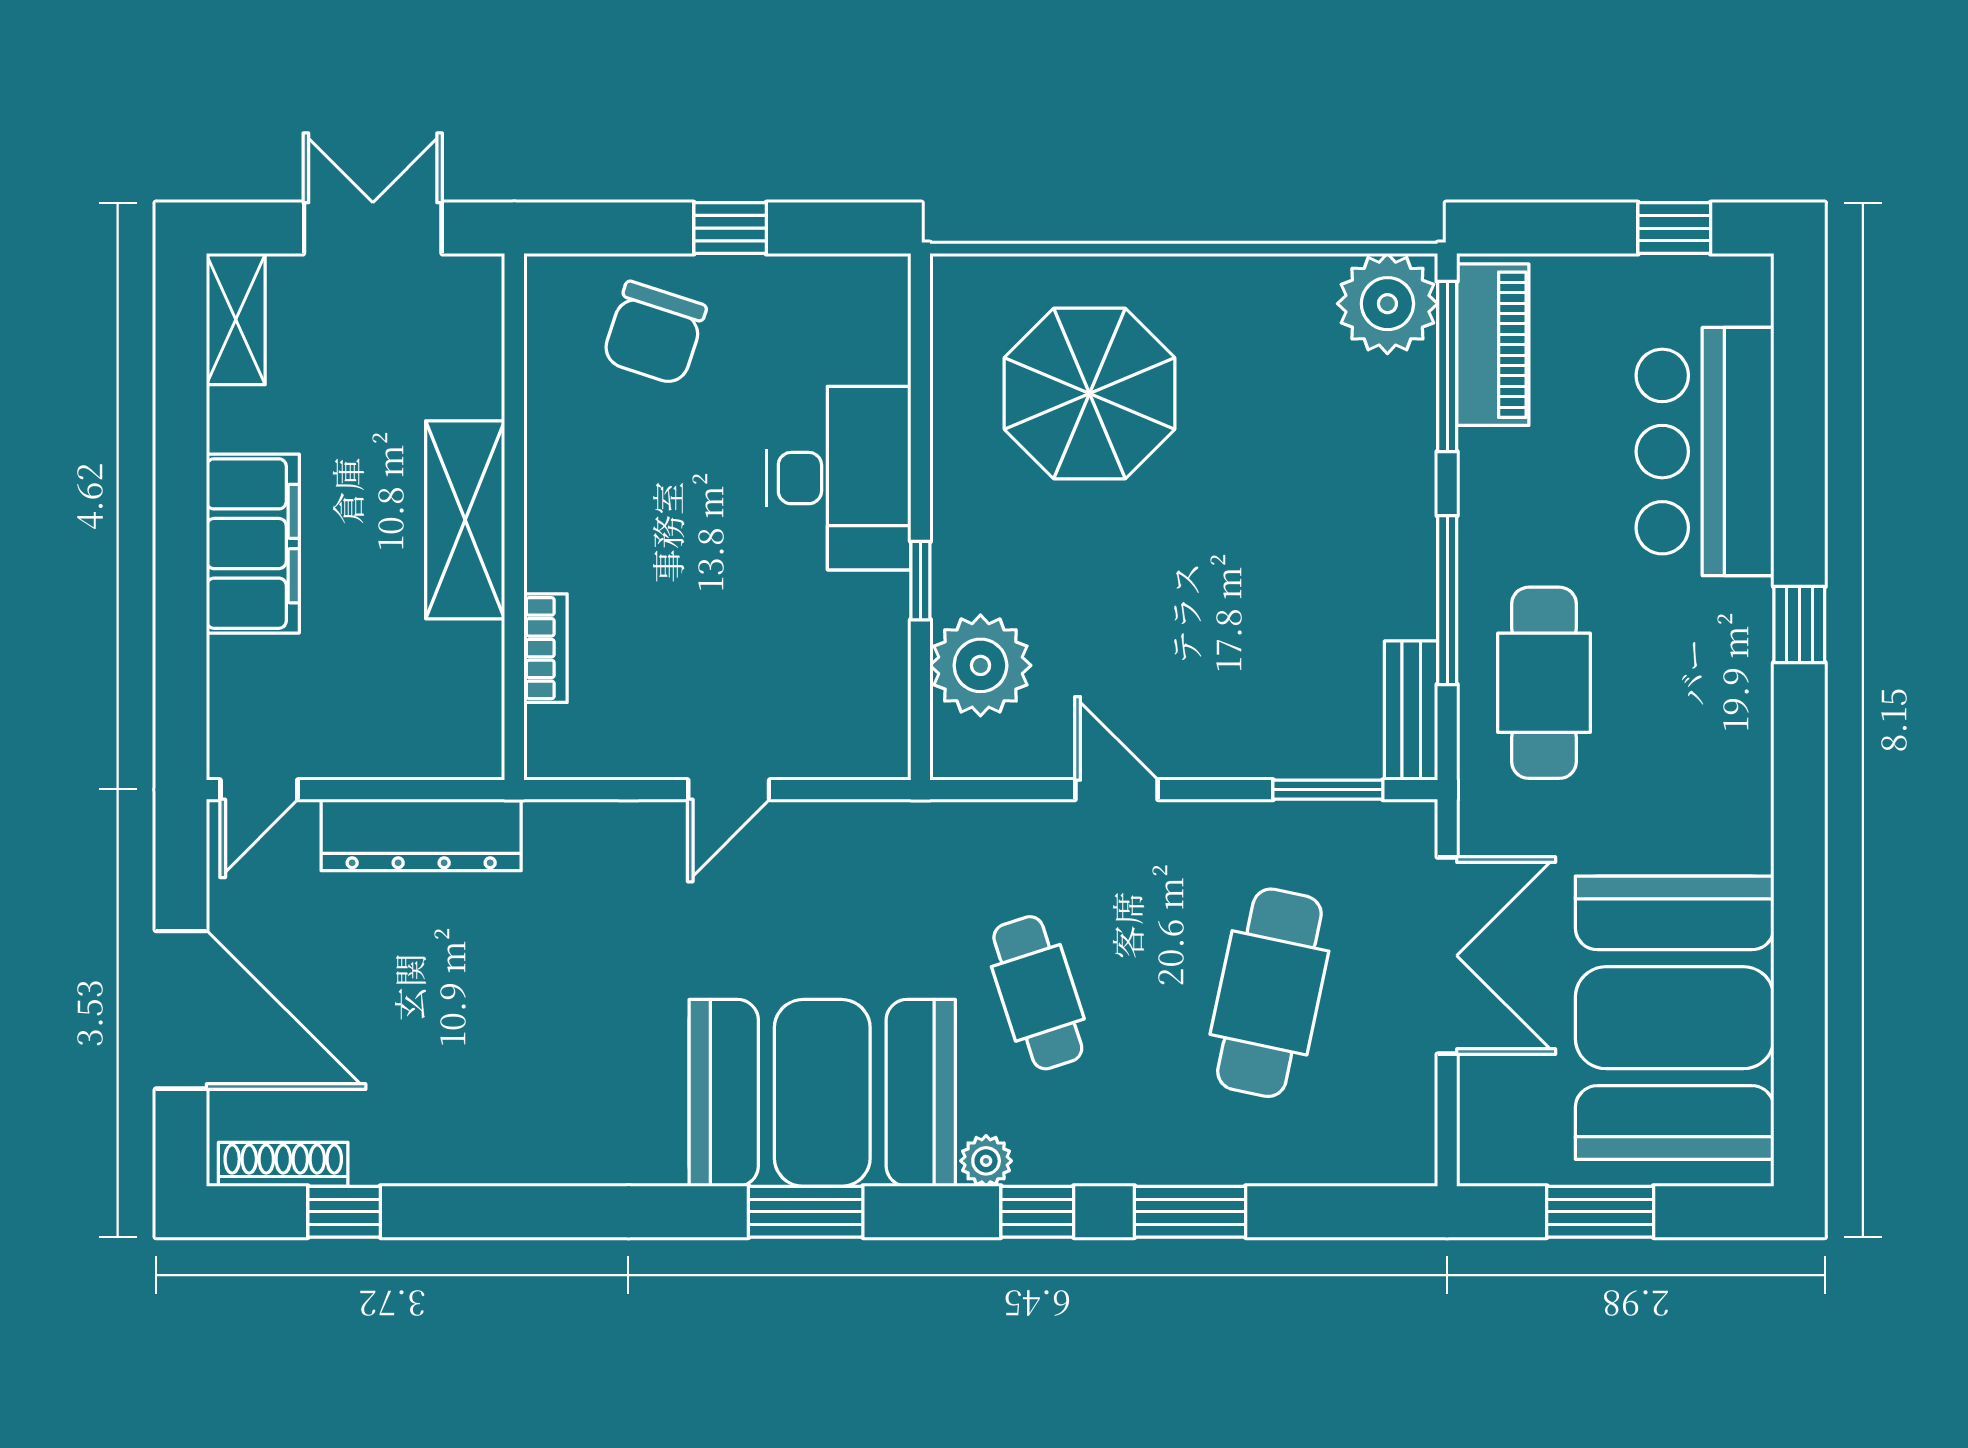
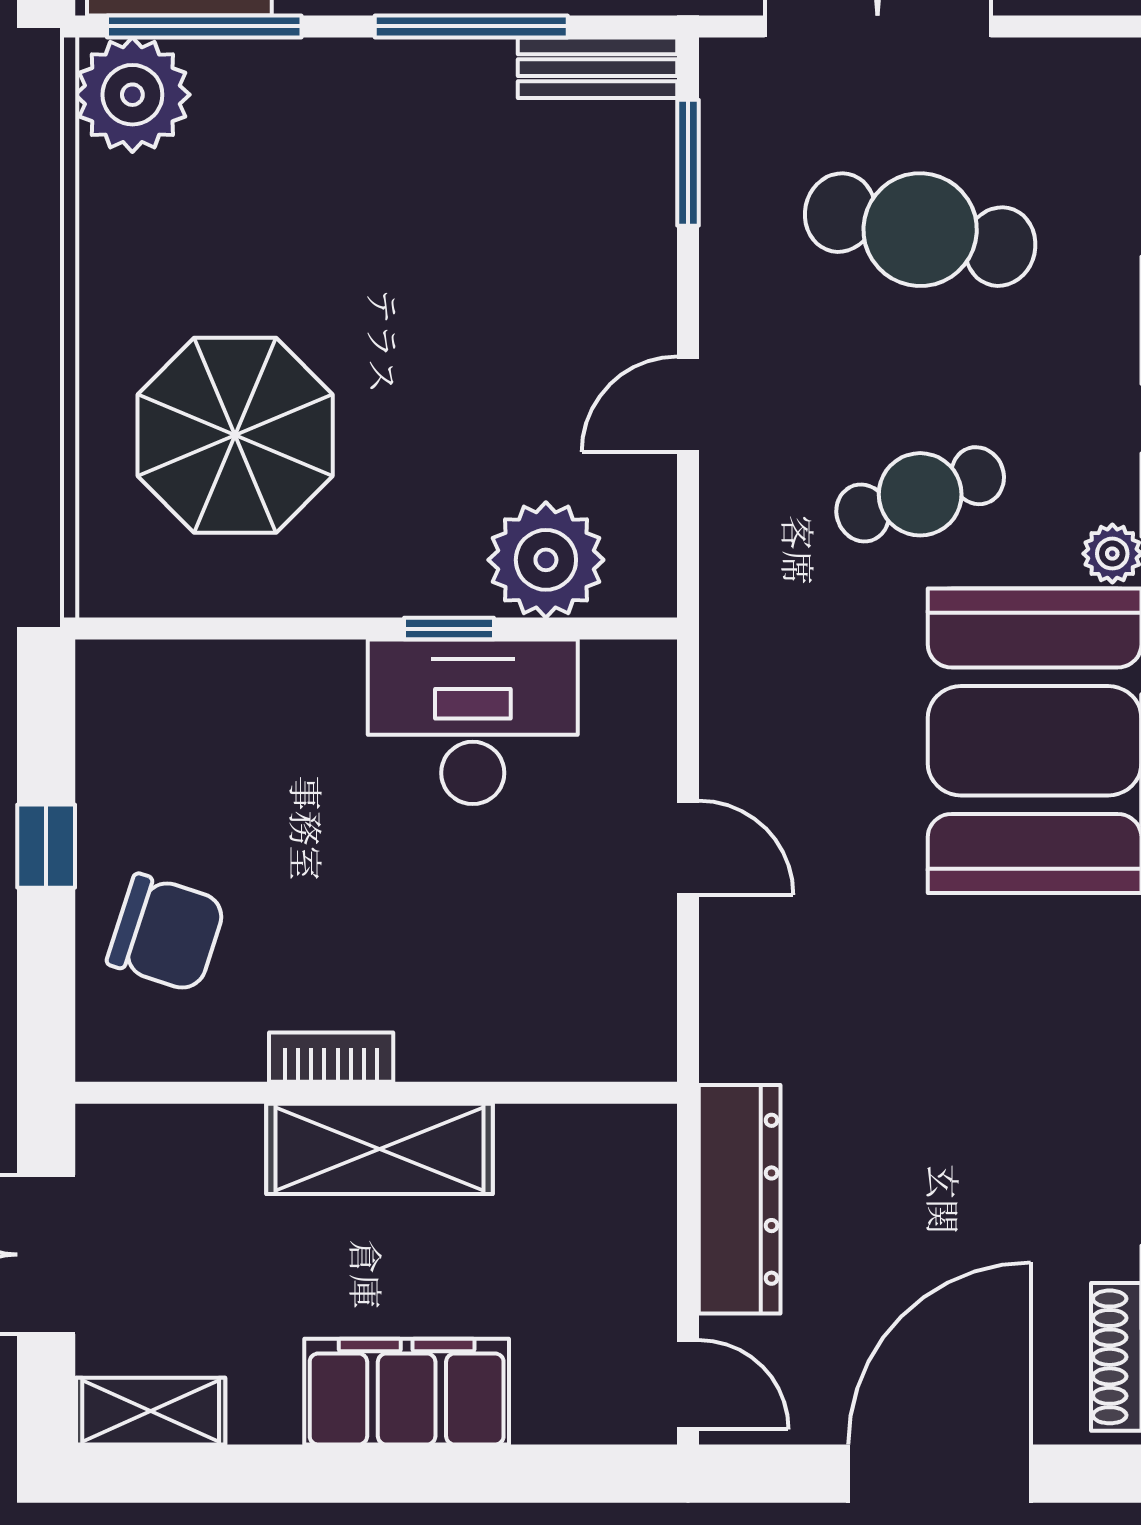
desk: (839, 478) -> (473, 722), moved
bookcase: (546, 648) -> (331, 1057), moved

